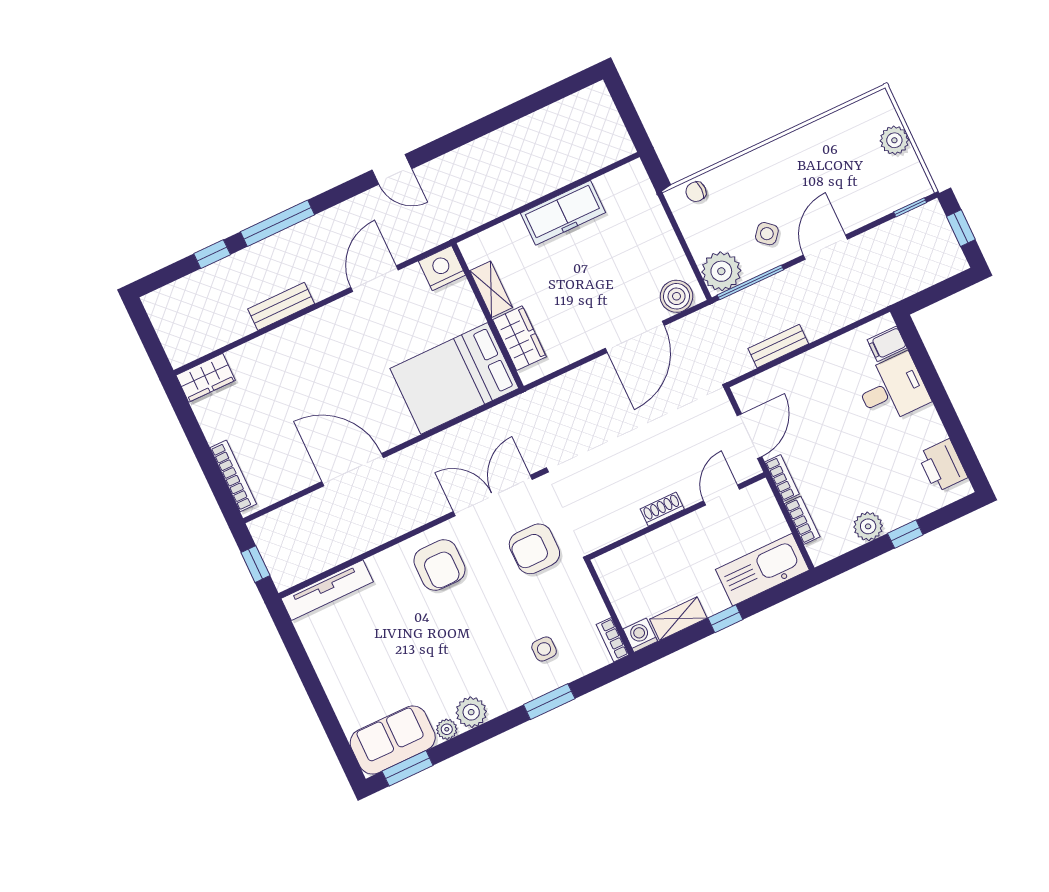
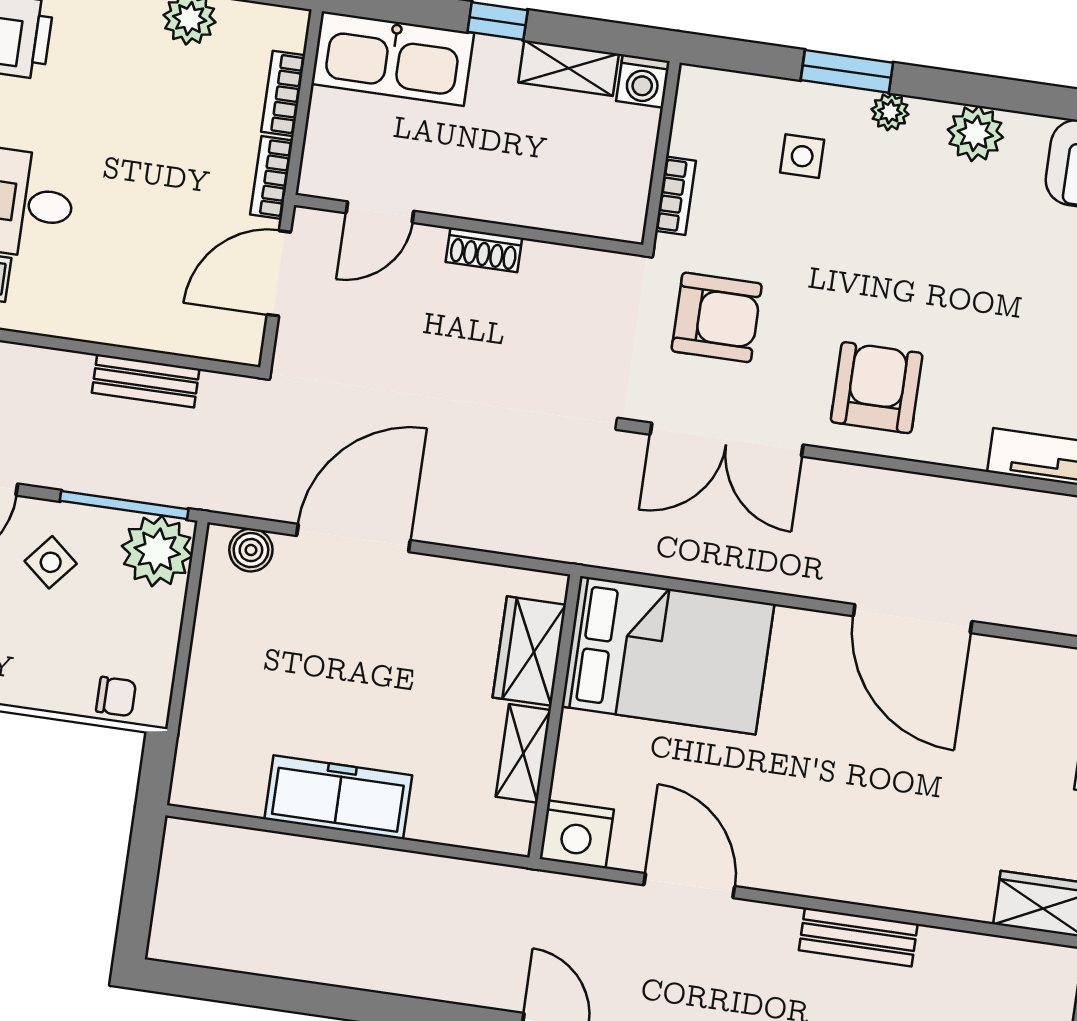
door: (374, 279) -> (689, 886), swing flipped
boiler: (677, 296) -> (251, 550), width x0.73, depth x0.73
bookcase: (613, 640) -> (676, 196), moved
plant: (447, 729) -> (890, 112), moved

